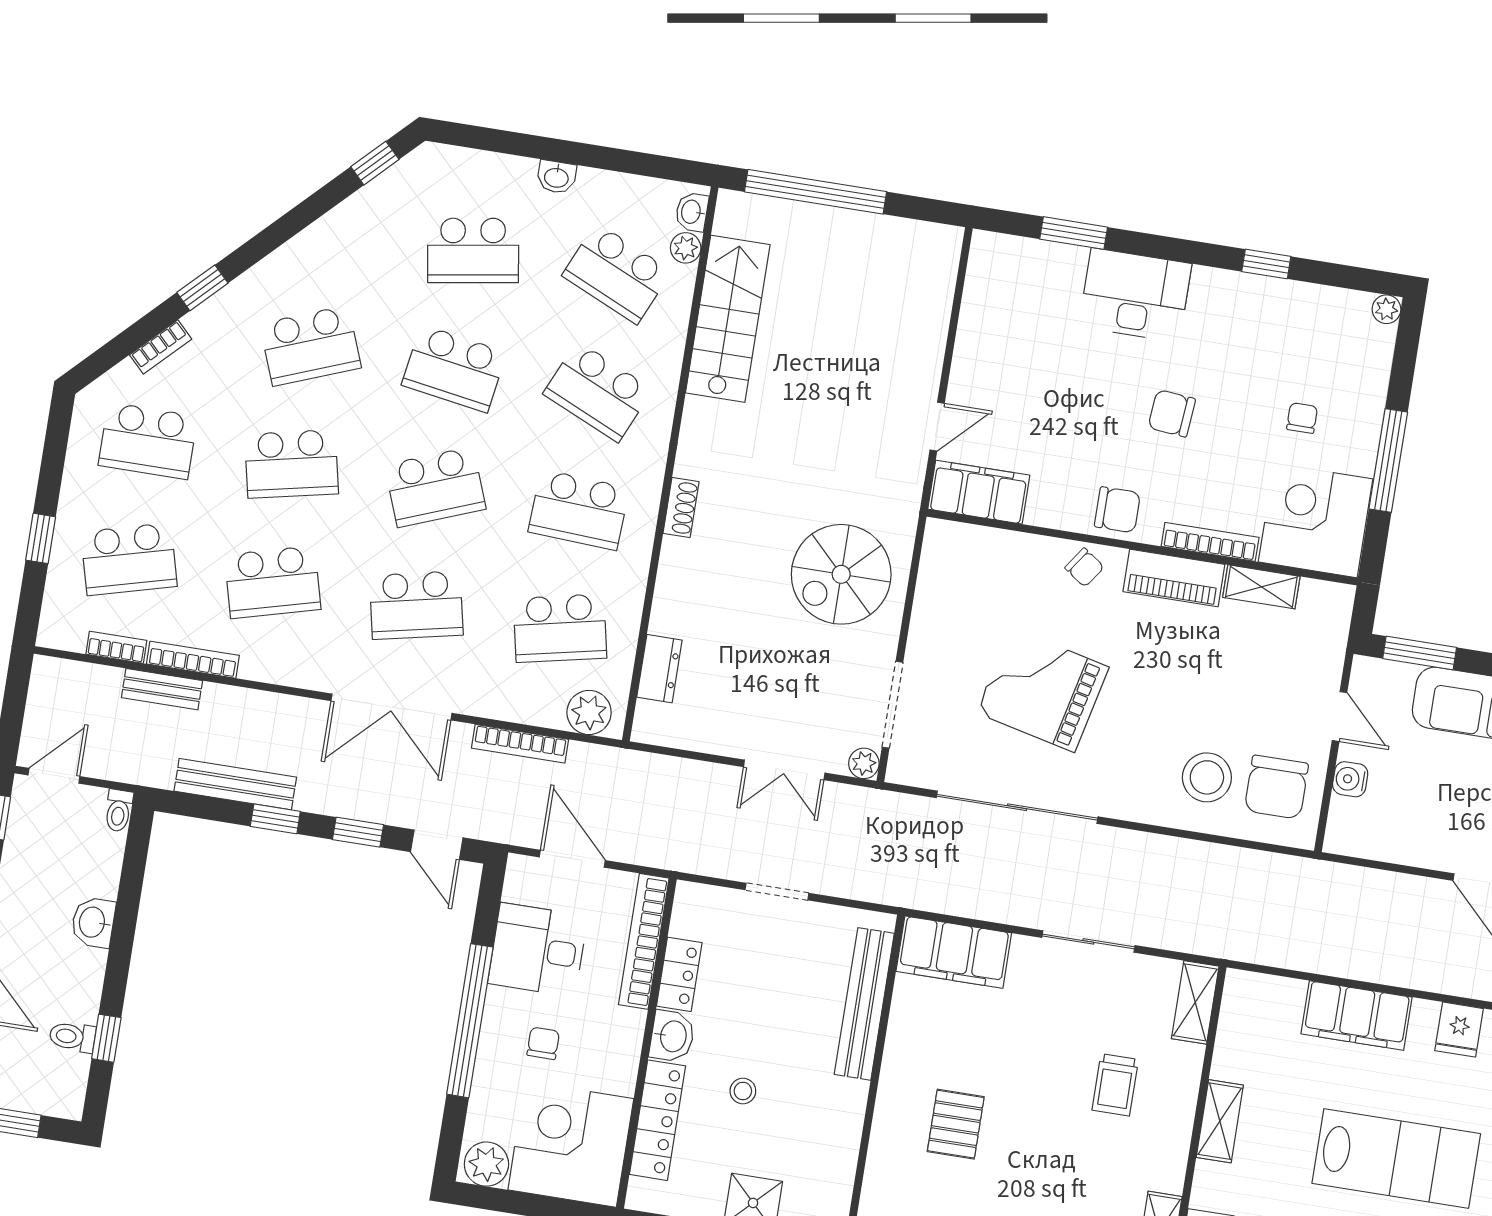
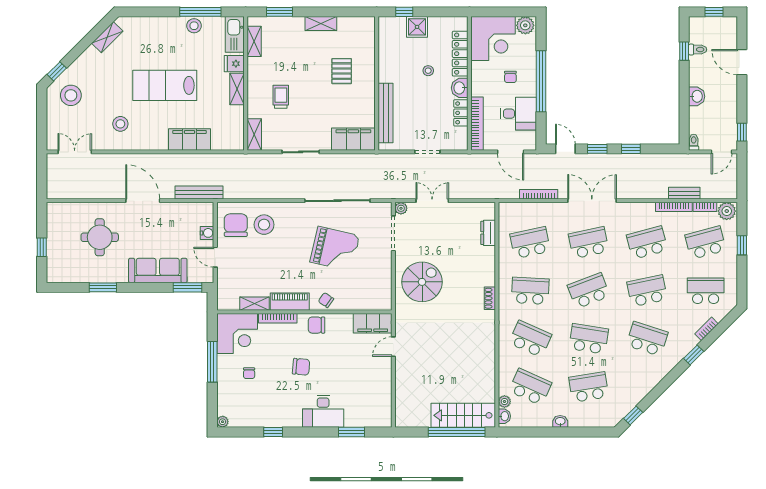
stairs: (728, 319) -> (463, 415), moved, turned 90
school desk: (310, 346) -> (647, 339), turned 39
plant: (589, 712) -> (727, 211), moved
bench: (235, 784) -> (199, 192), moved
fridge: (1459, 1030) -> (234, 64), moved, turned -90

